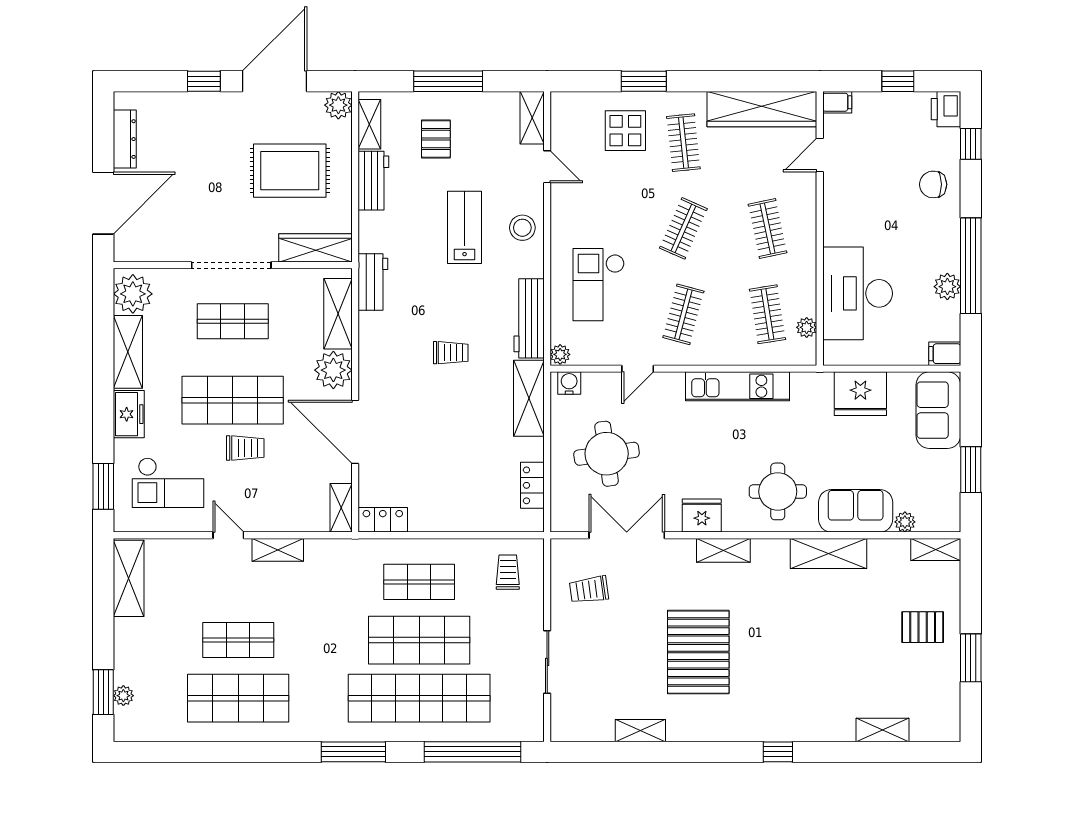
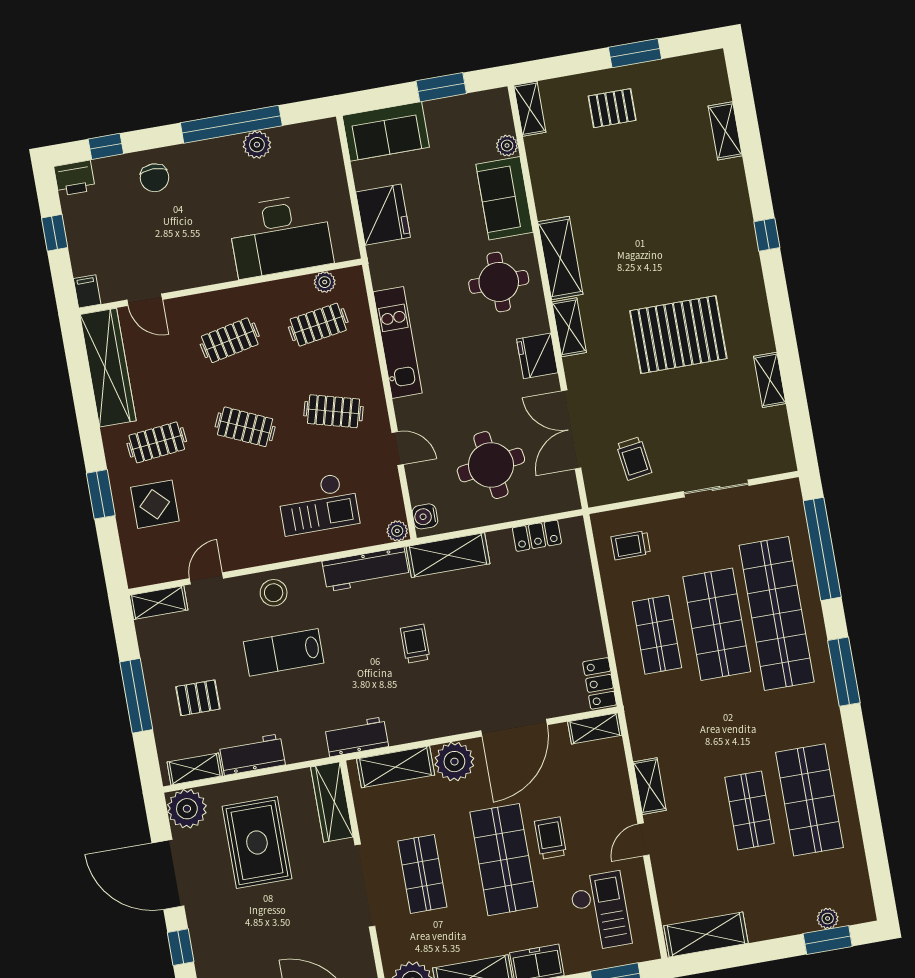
plant: (338, 105) -> (187, 809), width x1.36, depth x1.36
filing cabinet: (945, 354) -> (327, 135), removed
shelving: (829, 553) -> (560, 258), moved
pallet: (923, 627) -> (612, 108), turned 90

